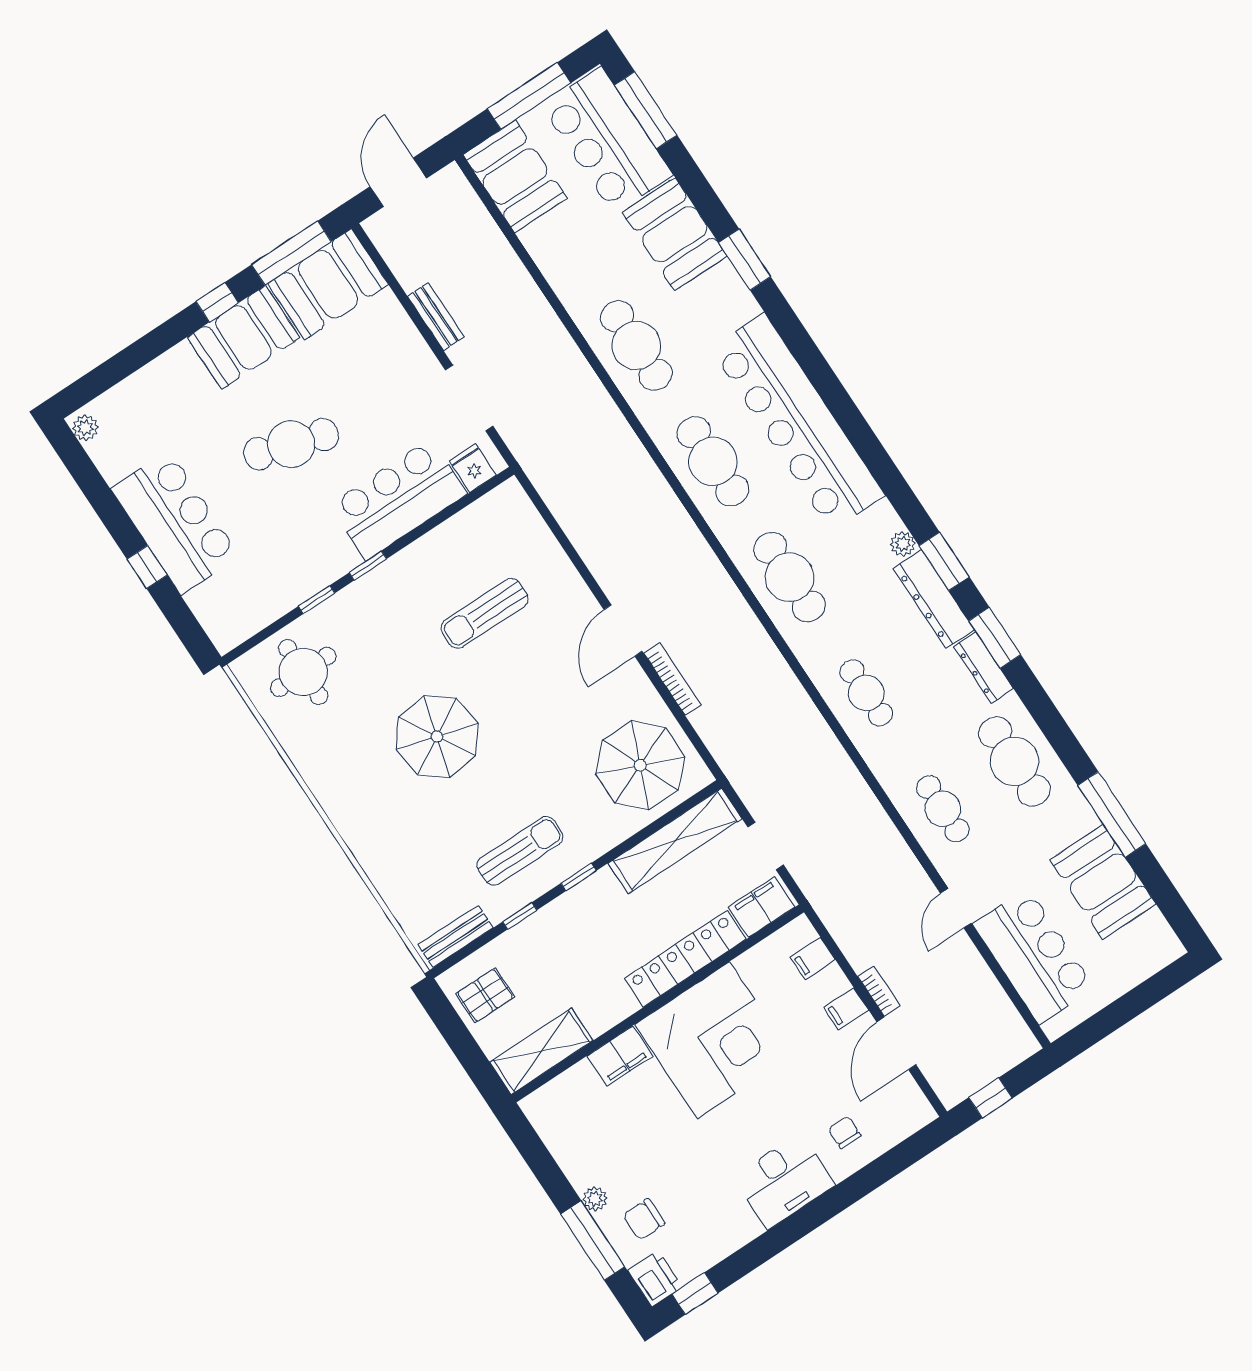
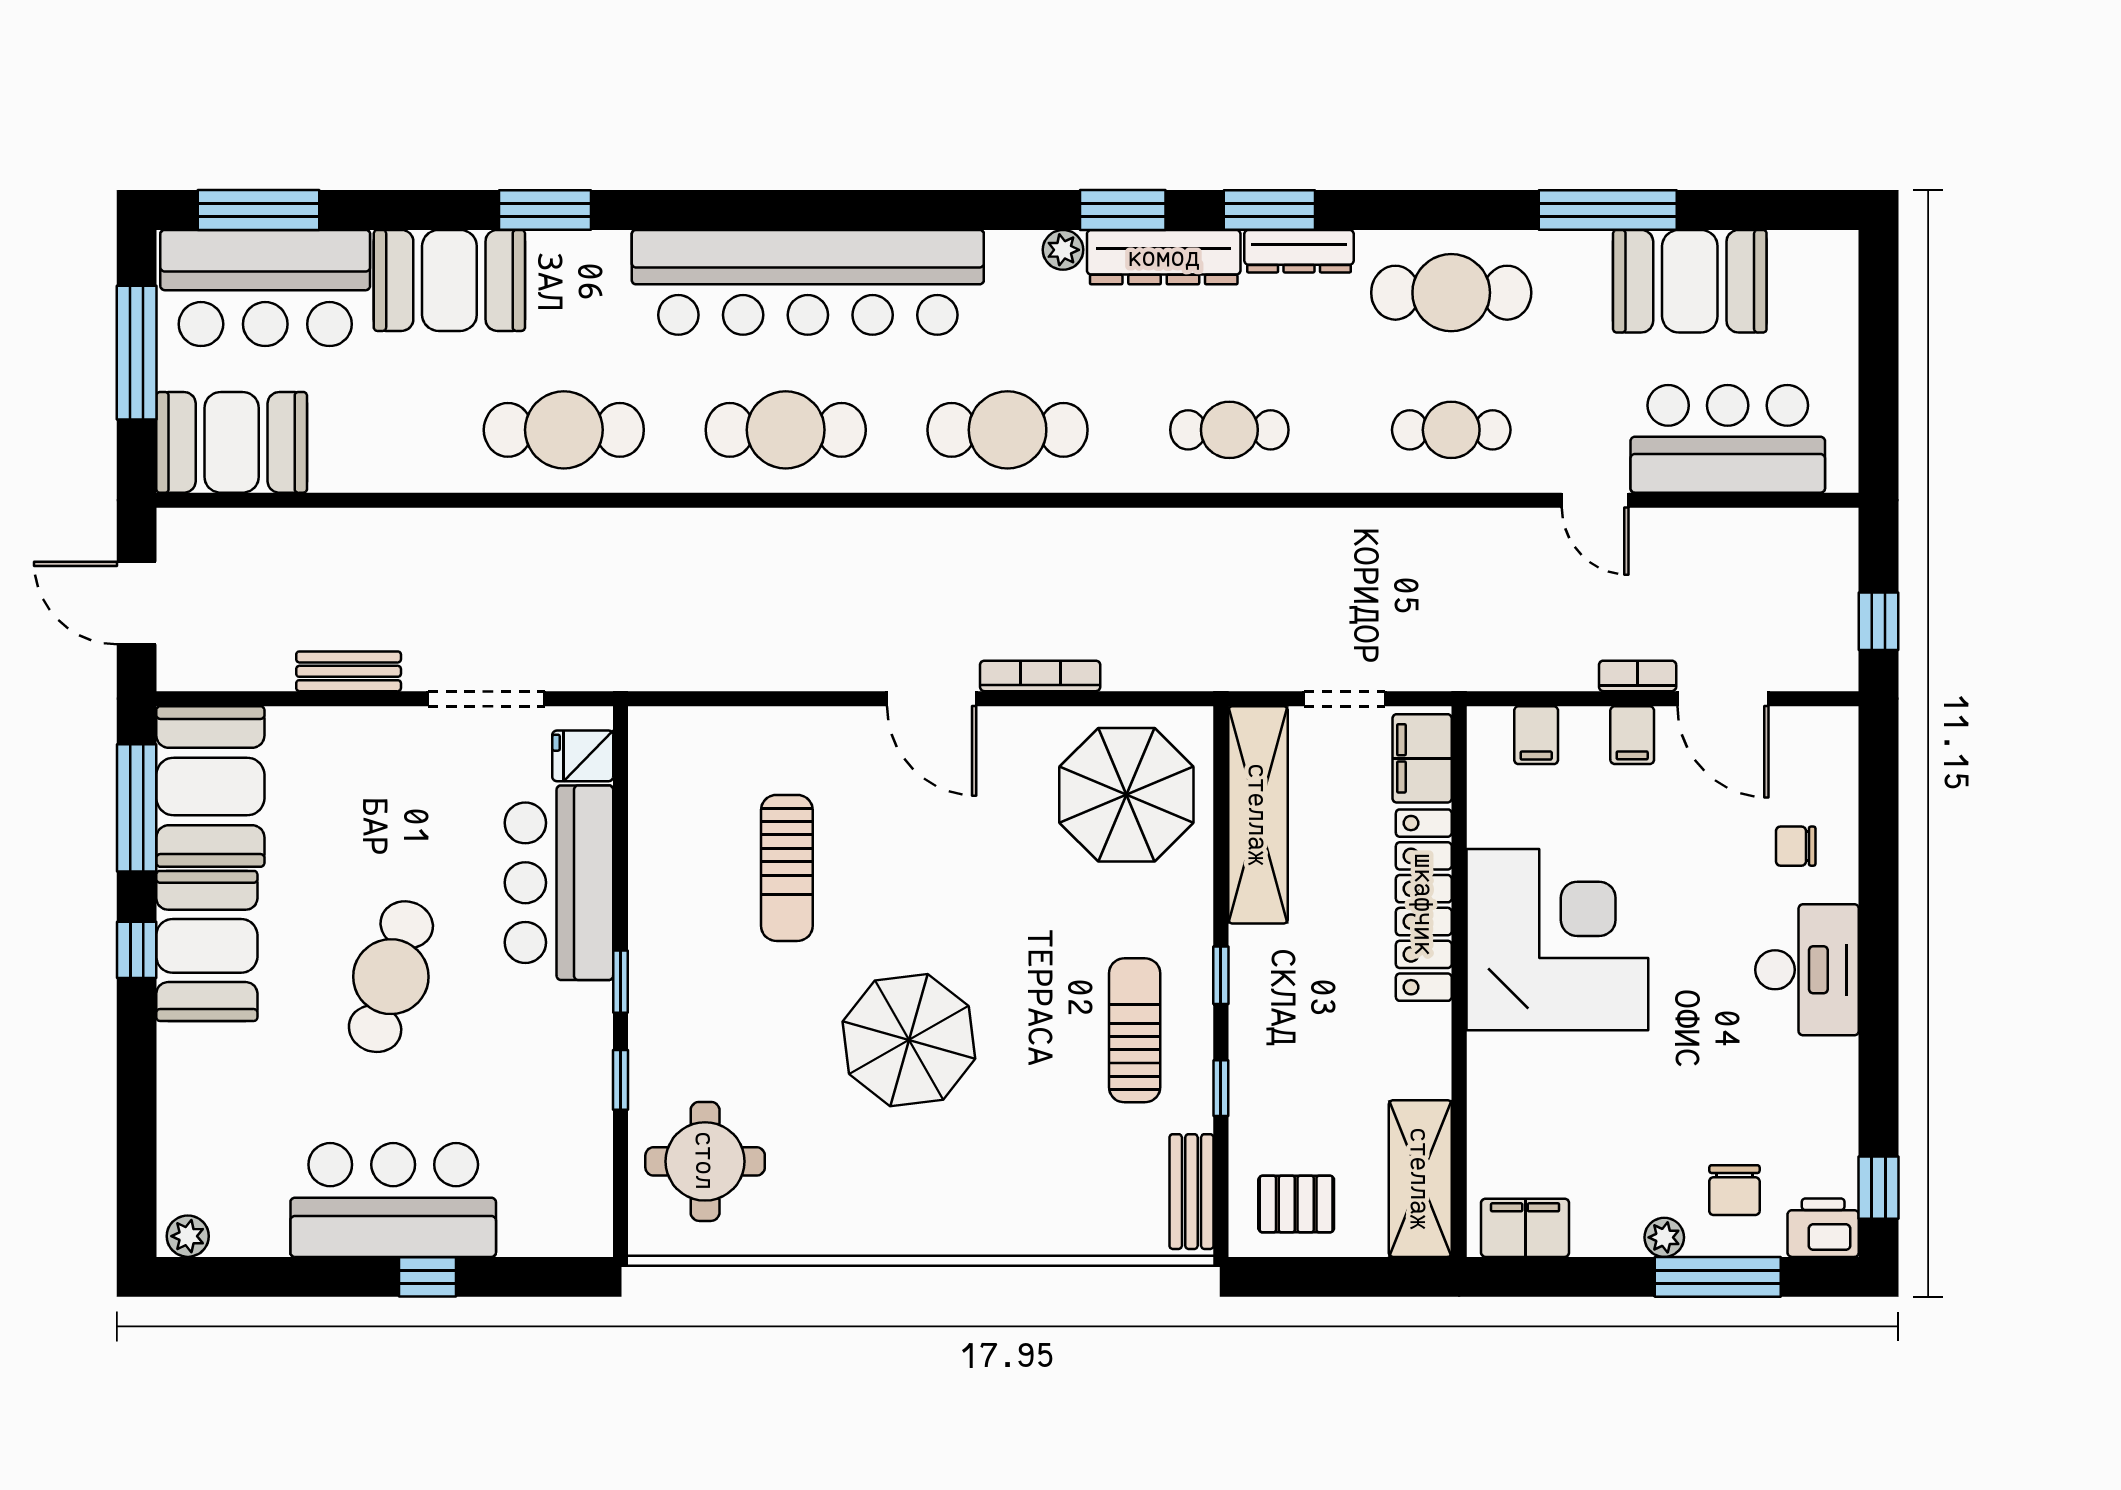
pallet: (485, 995) -> (1296, 1204), turned 90
filing cabinet: (620, 1056) -> (1525, 1228), moved, turned -90

